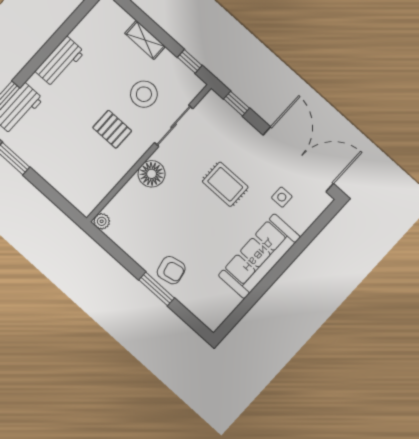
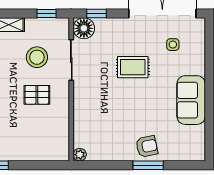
floor lamp: (152, 174) -> (84, 28), moved
sofa: (259, 256) -> (191, 100), width x0.73

